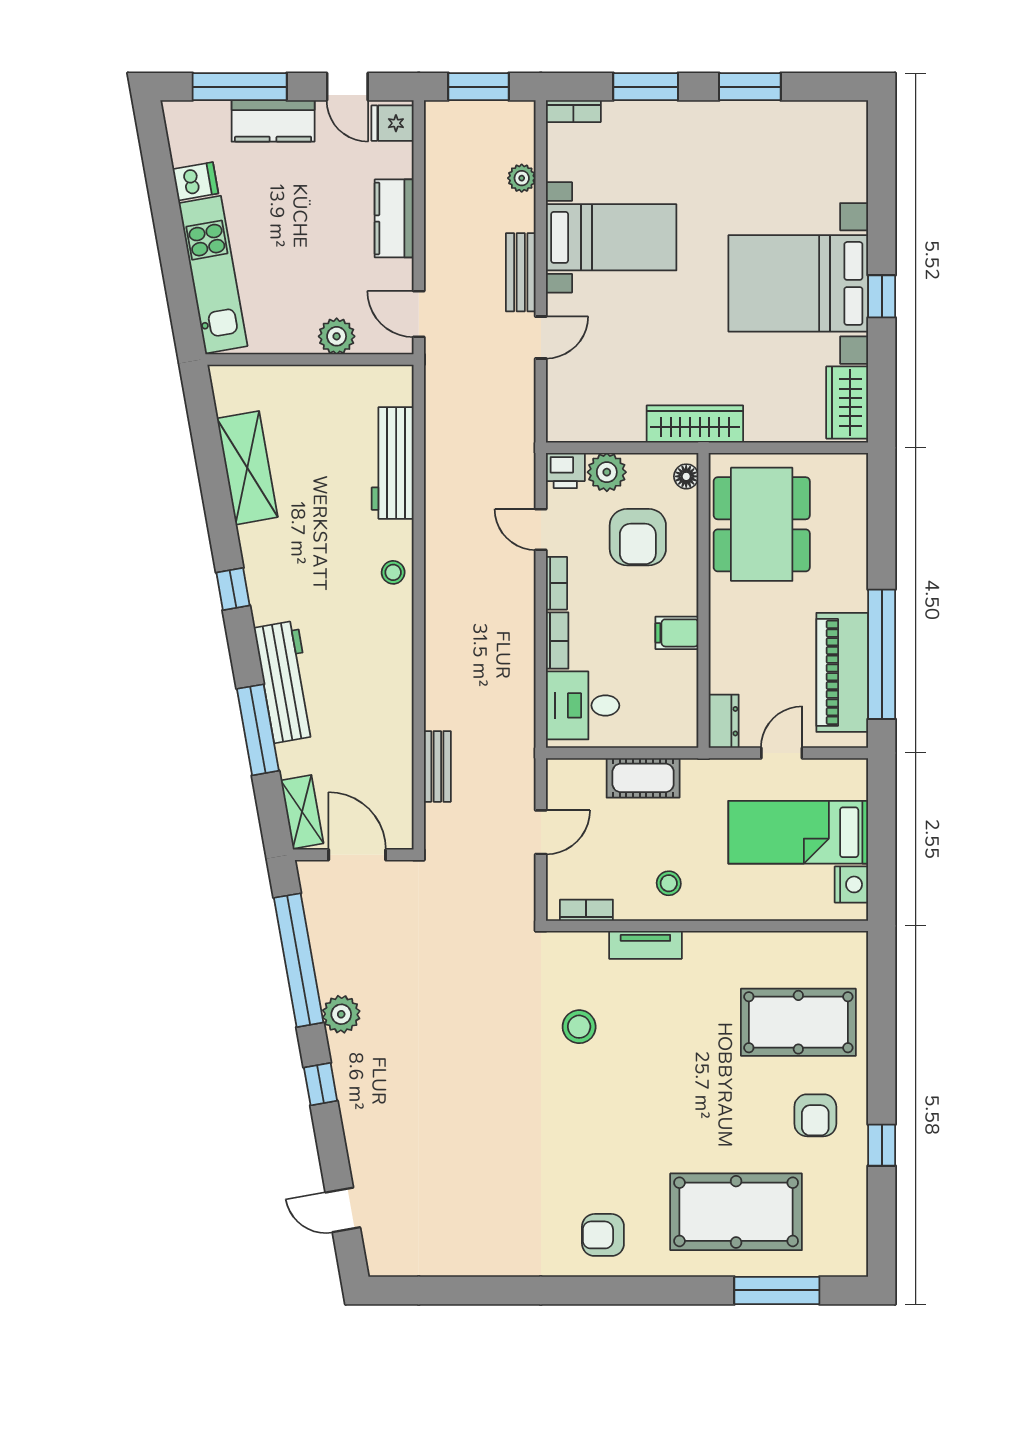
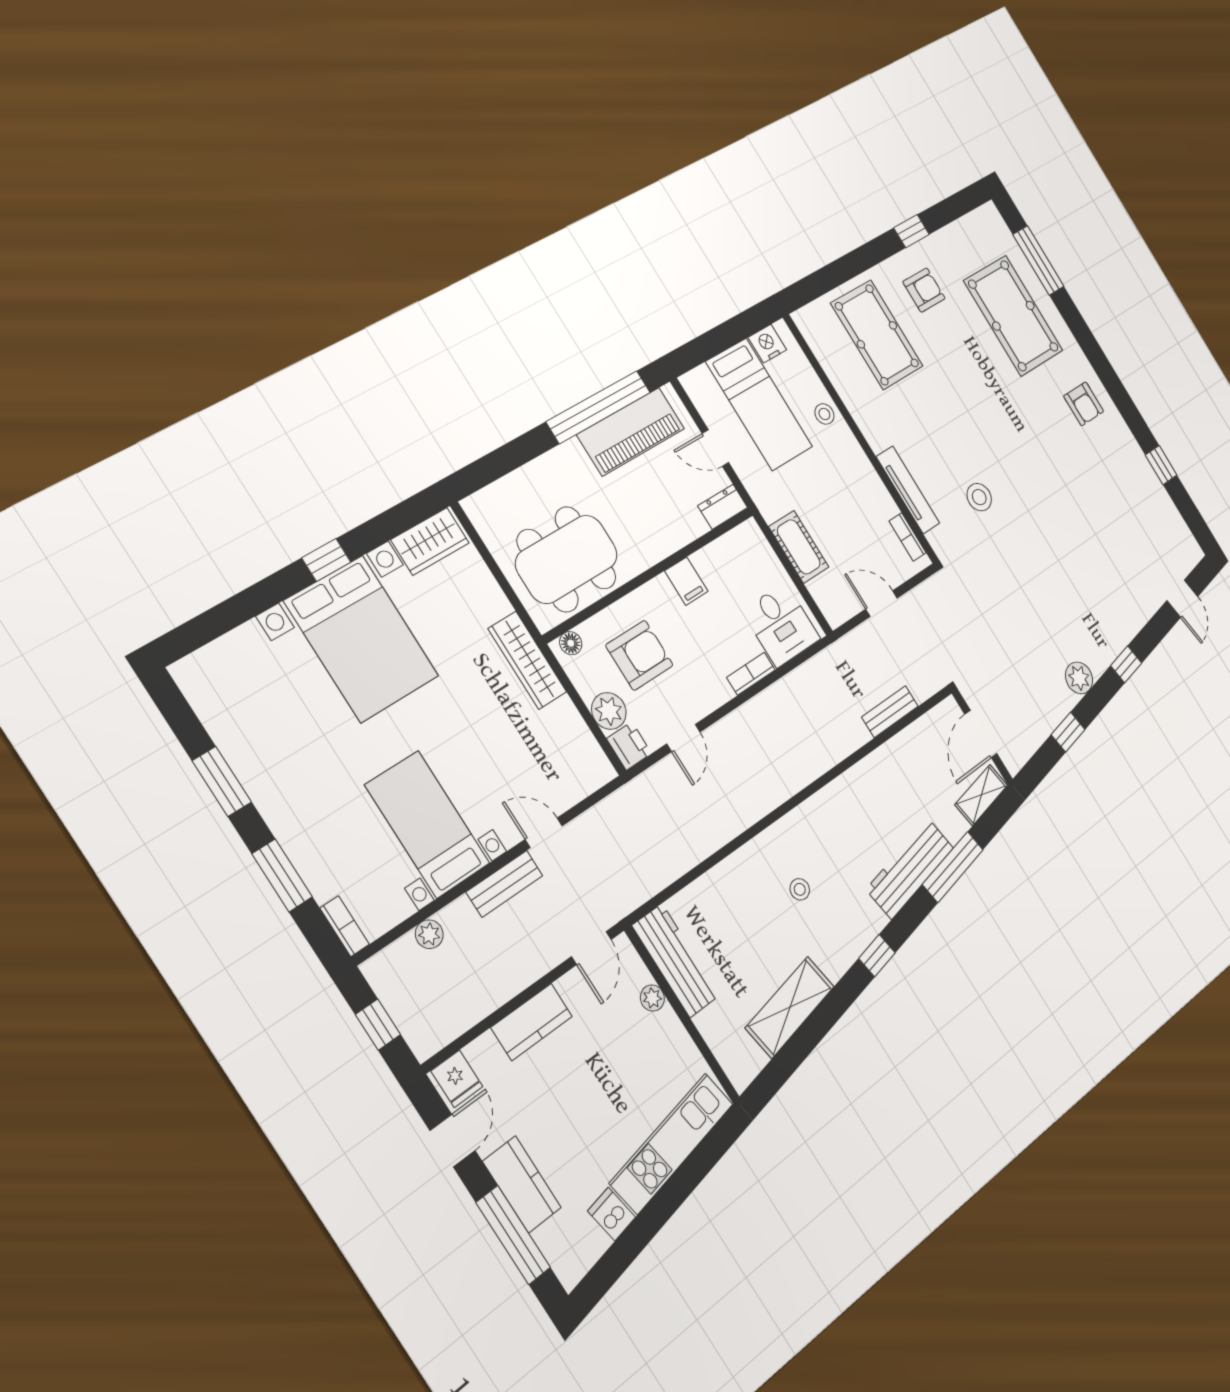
window: (479, 87) -> (378, 1025), width x0.67
plant: (337, 336) -> (652, 998), width x0.73, depth x0.73
workbench: (393, 463) -> (676, 961), moved, turned -90
stool: (393, 572) -> (800, 889), moved
bookcase: (556, 583) -> (713, 700), removed
stool: (669, 883) -> (824, 414), moved
tv unit: (645, 945) -> (908, 490), width x1.41
window: (299, 960) -> (1068, 732), width x0.32
window: (489, 1290) -> (1161, 465), added

